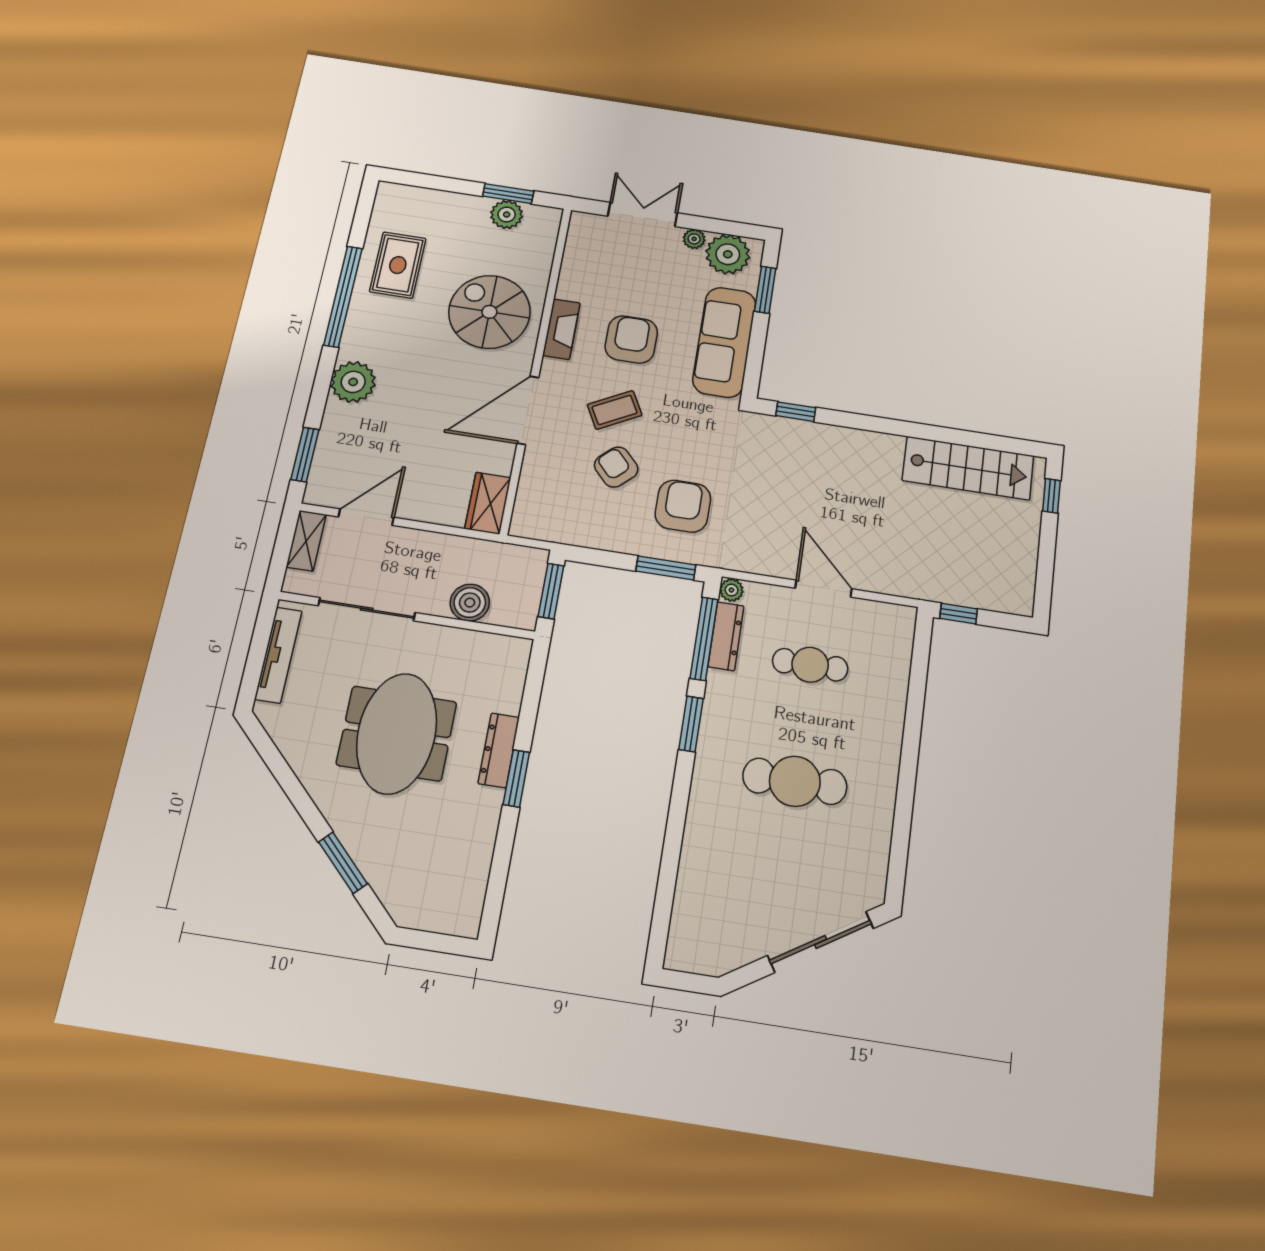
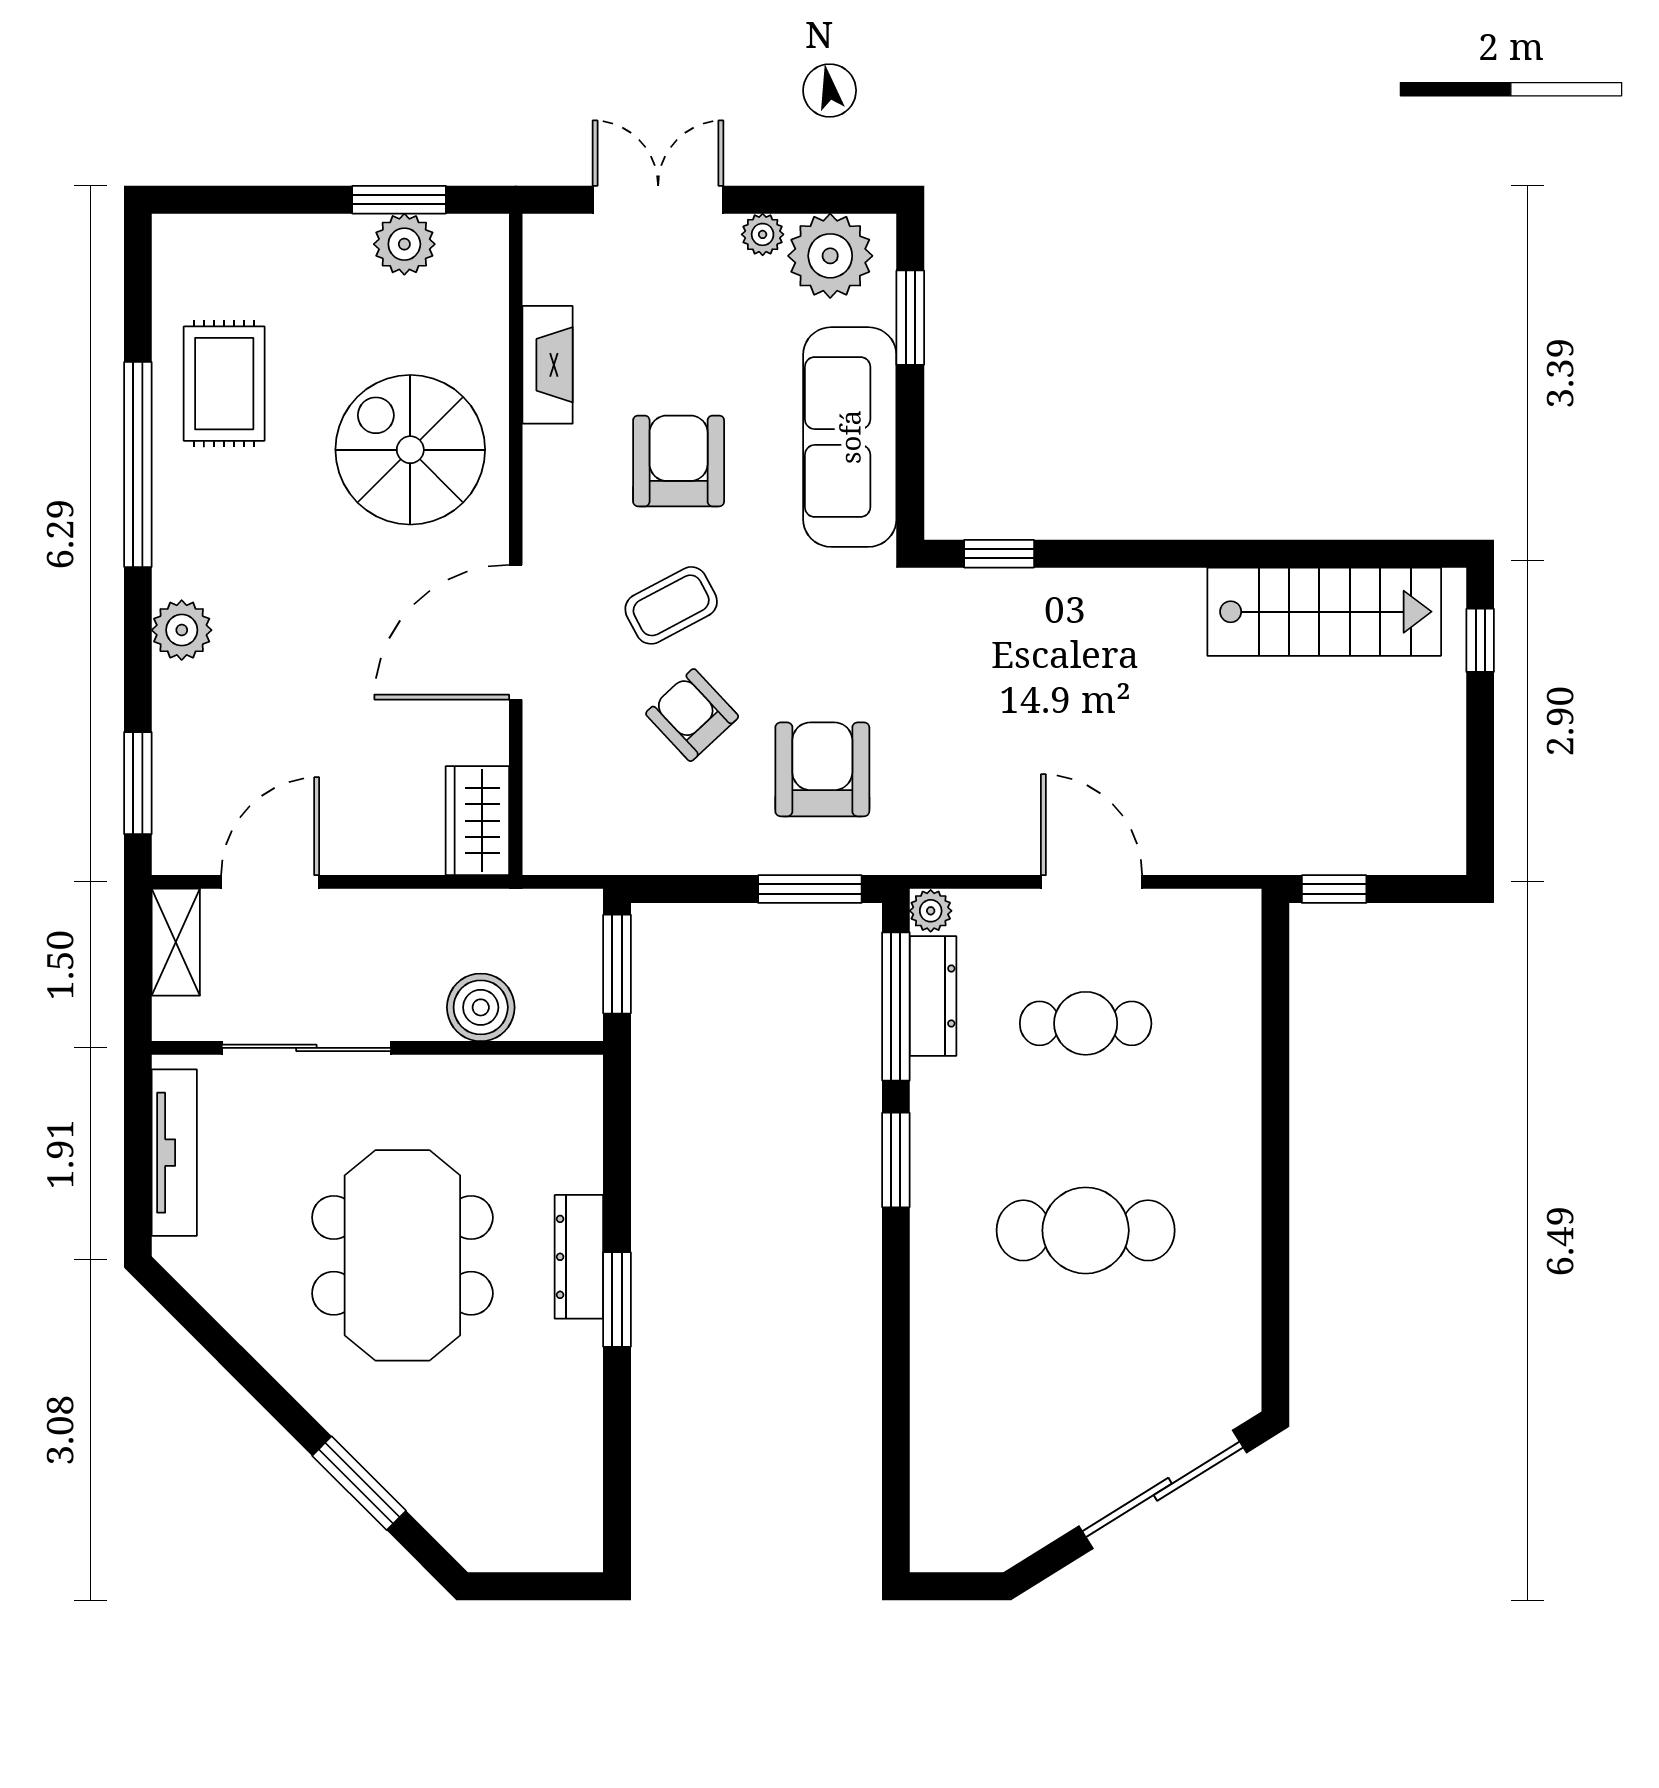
fireplace: (561, 329) -> (548, 365), moved
plant: (353, 382) -> (182, 630), width x0.73, depth x0.73

